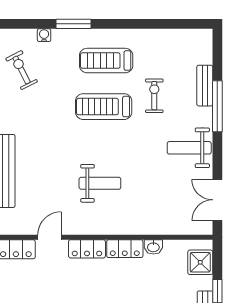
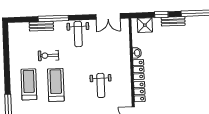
treadmill: (106, 61) -> (29, 84), turned 180
treadmill: (104, 107) -> (56, 85), turned 180
weight bench: (100, 183) -> (101, 85), turned 180

